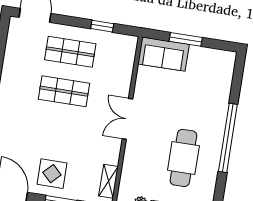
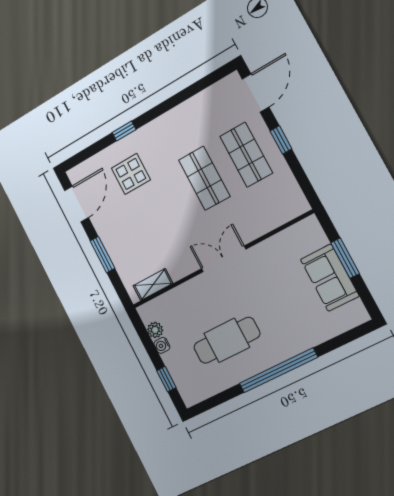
window: (102, 26) -> (281, 140), moved
sofa: (164, 54) -> (330, 278), moved
display table: (52, 174) -> (131, 174), moved

